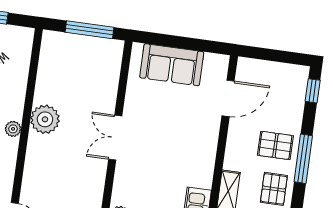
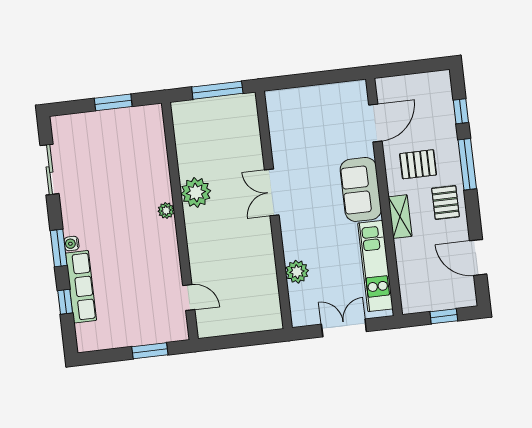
sofa: (172, 65) -> (361, 189), moved, turned 90
window: (313, 91) -> (461, 111), moved
pallet: (275, 145) -> (418, 164), moved

